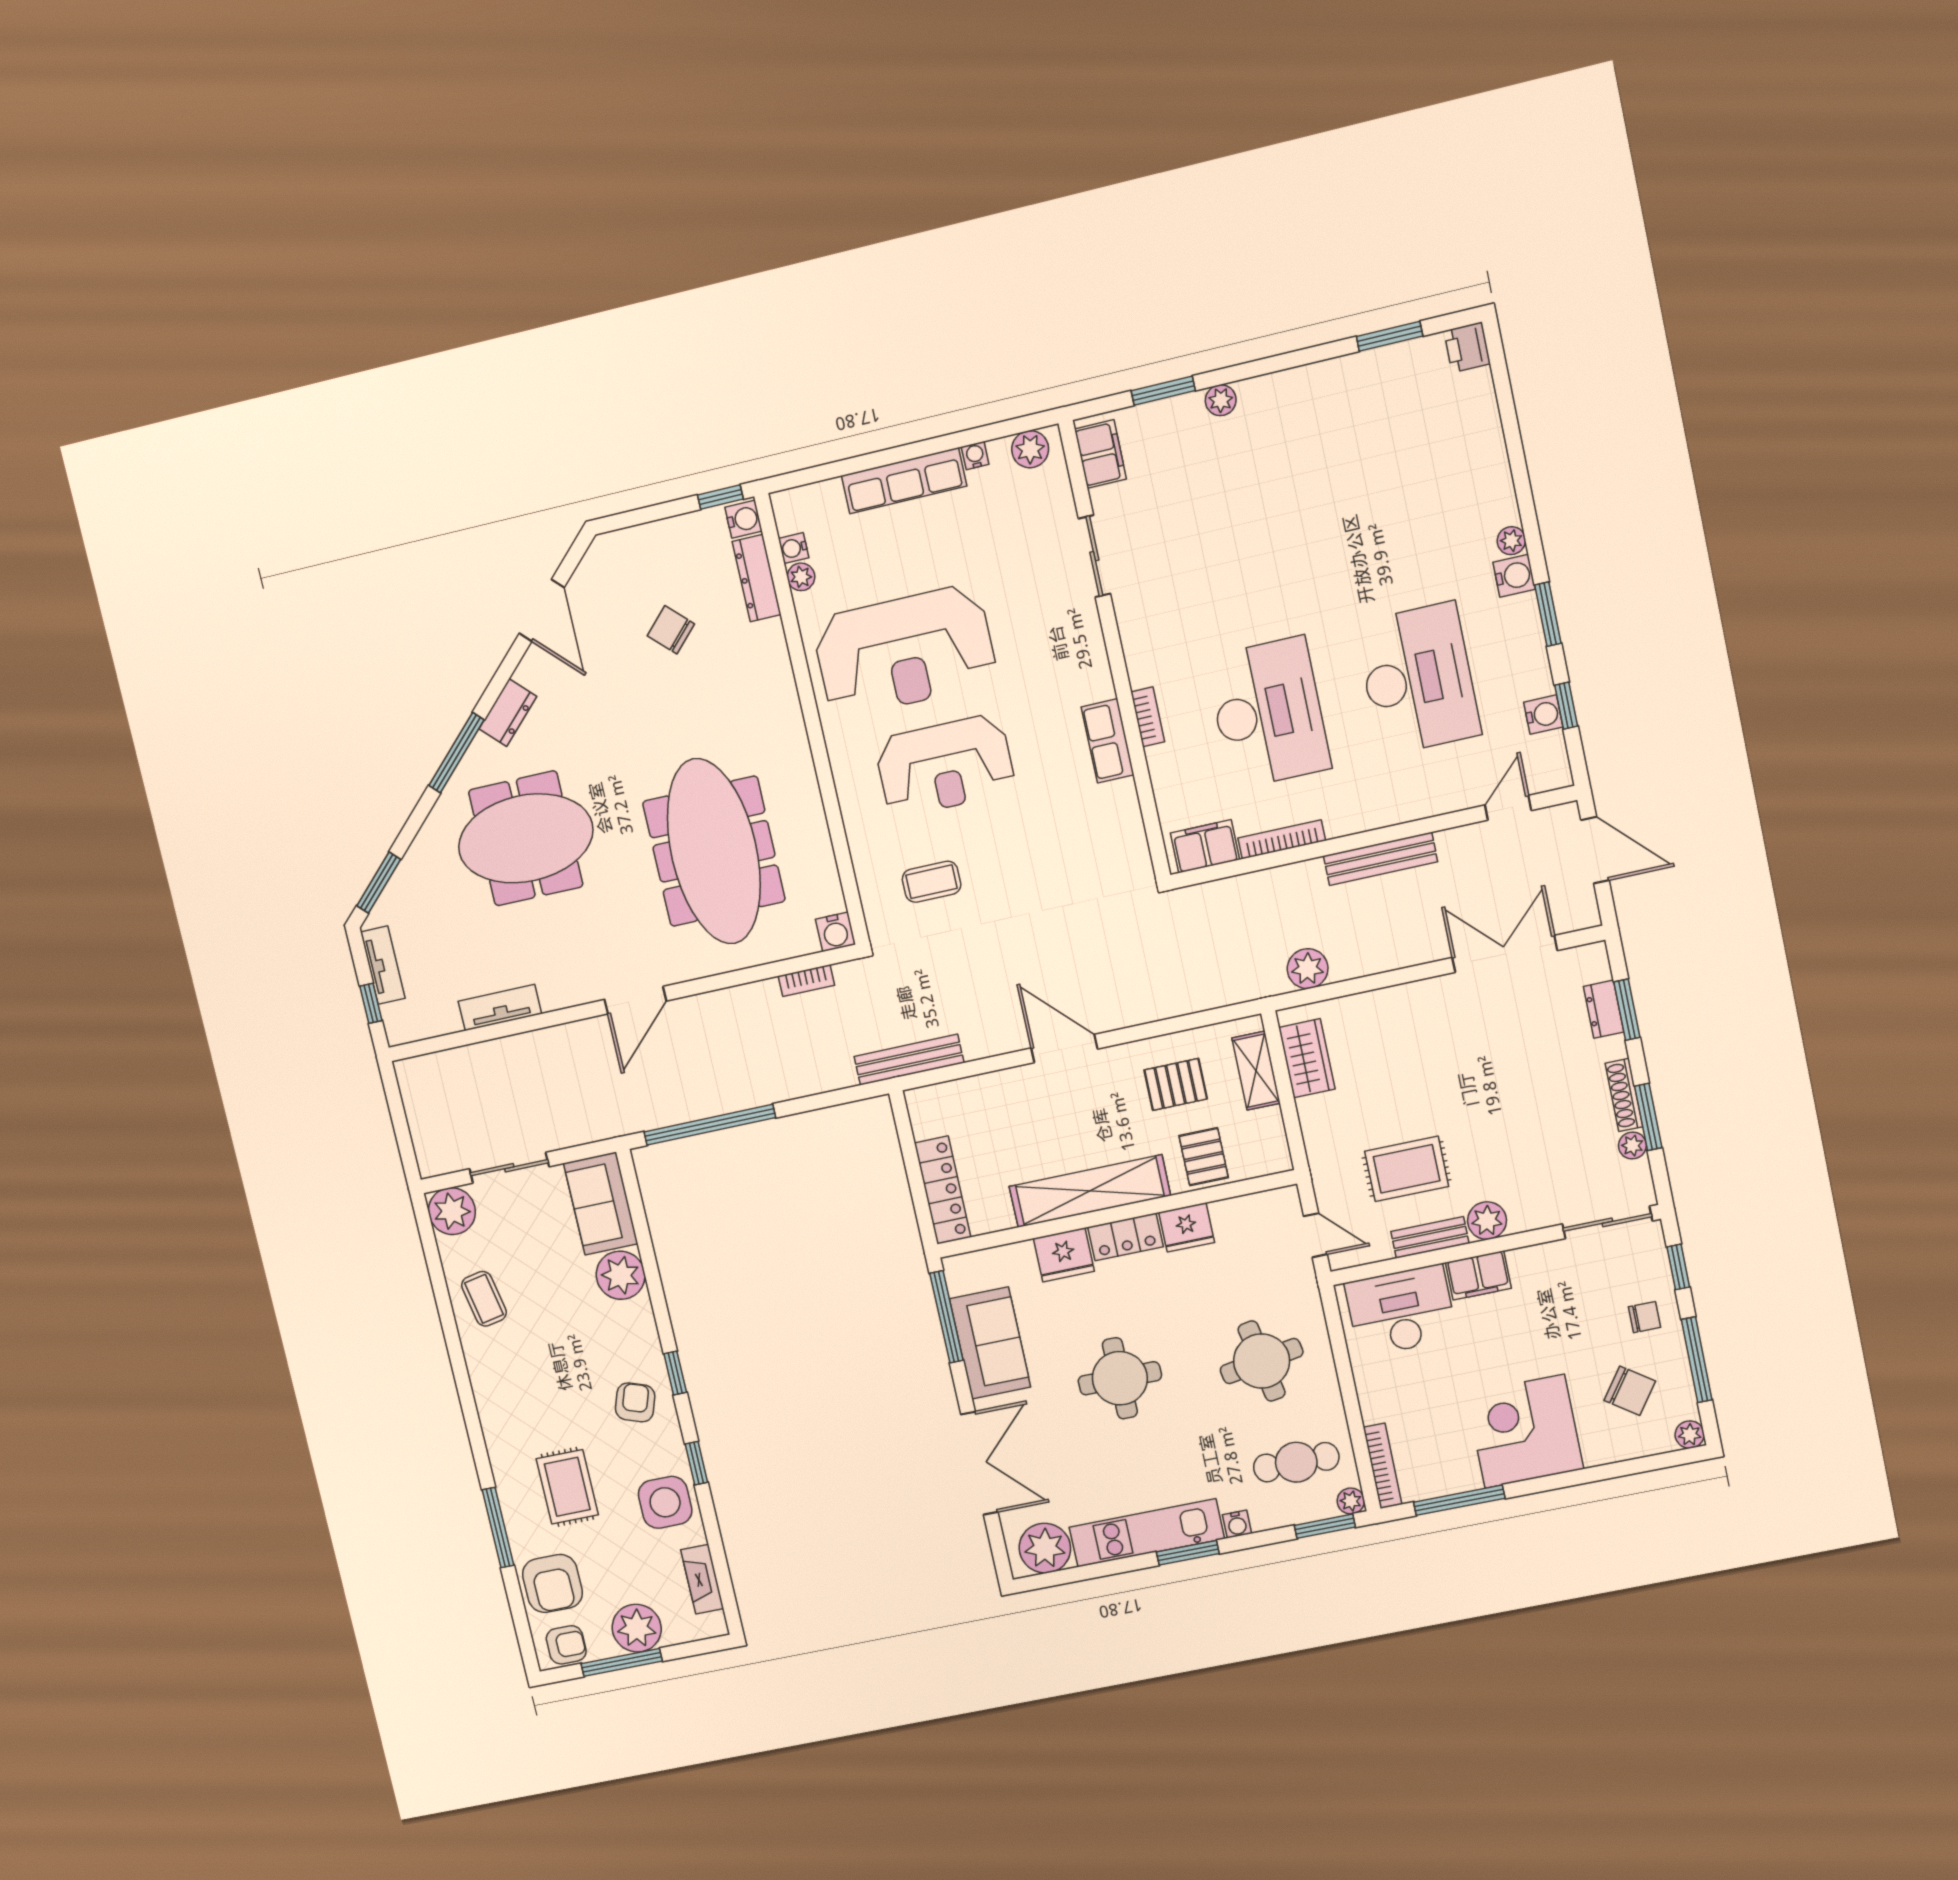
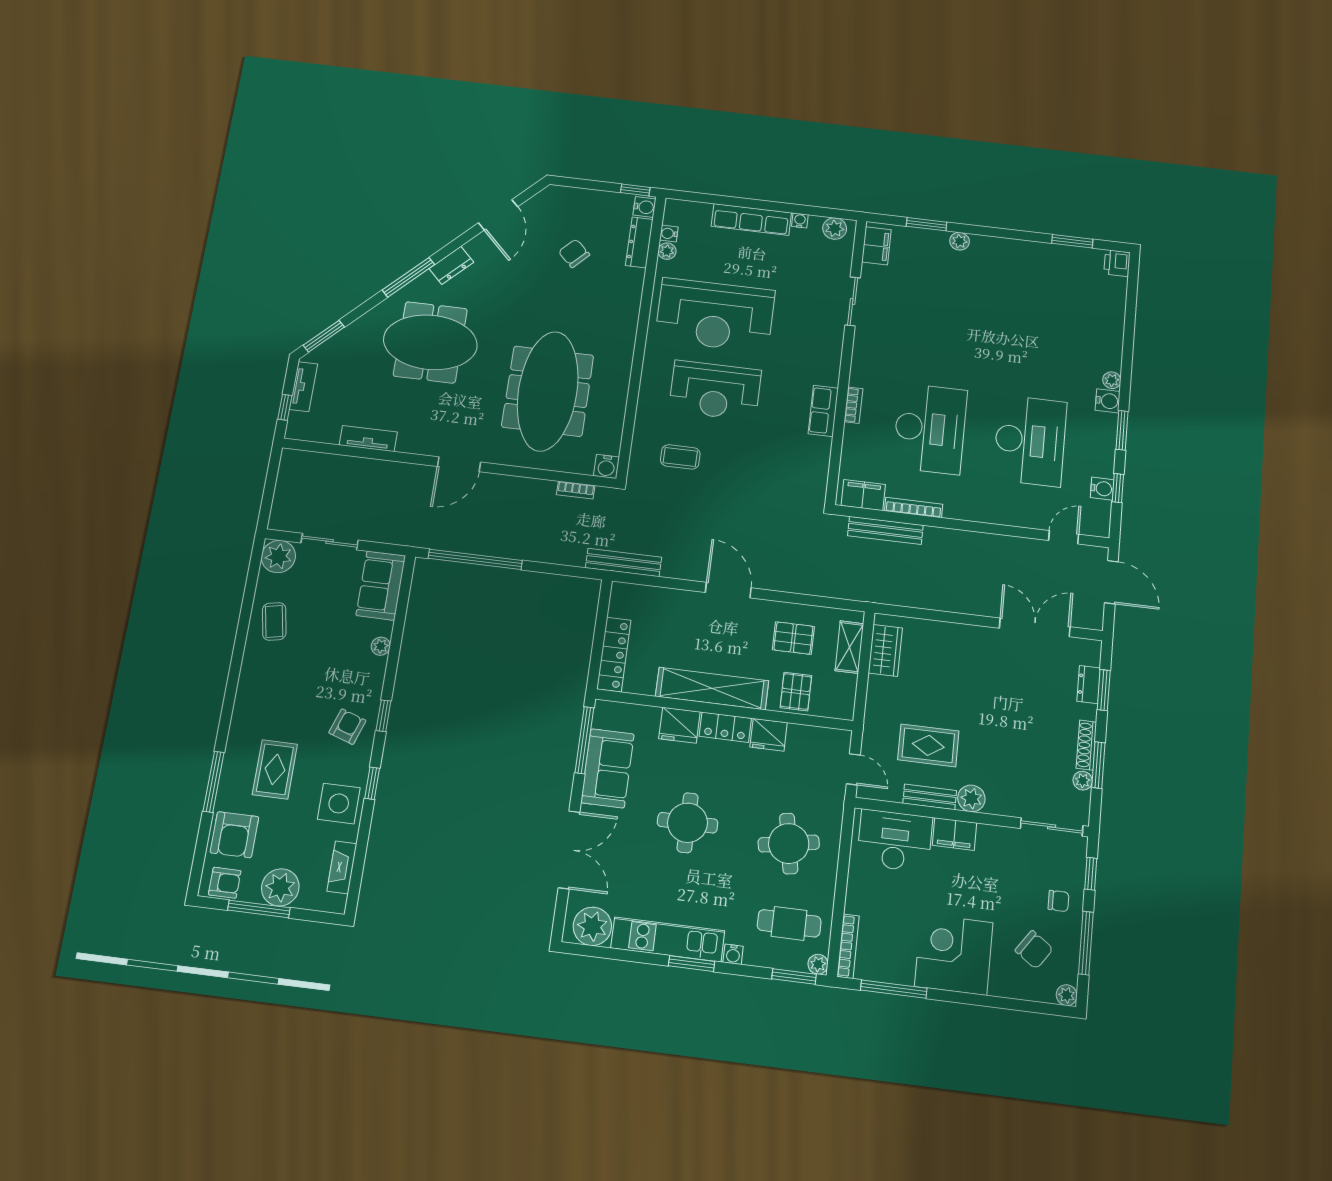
bench: (1380, 859) -> (885, 530), moved
plant: (1308, 969) -> (904, 593), removed
plant: (621, 1275) -> (381, 646), width x0.53, depth x0.53

